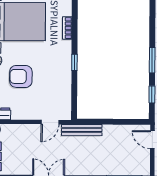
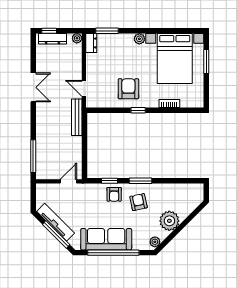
armchair: (21, 76) -> (128, 89), moved

